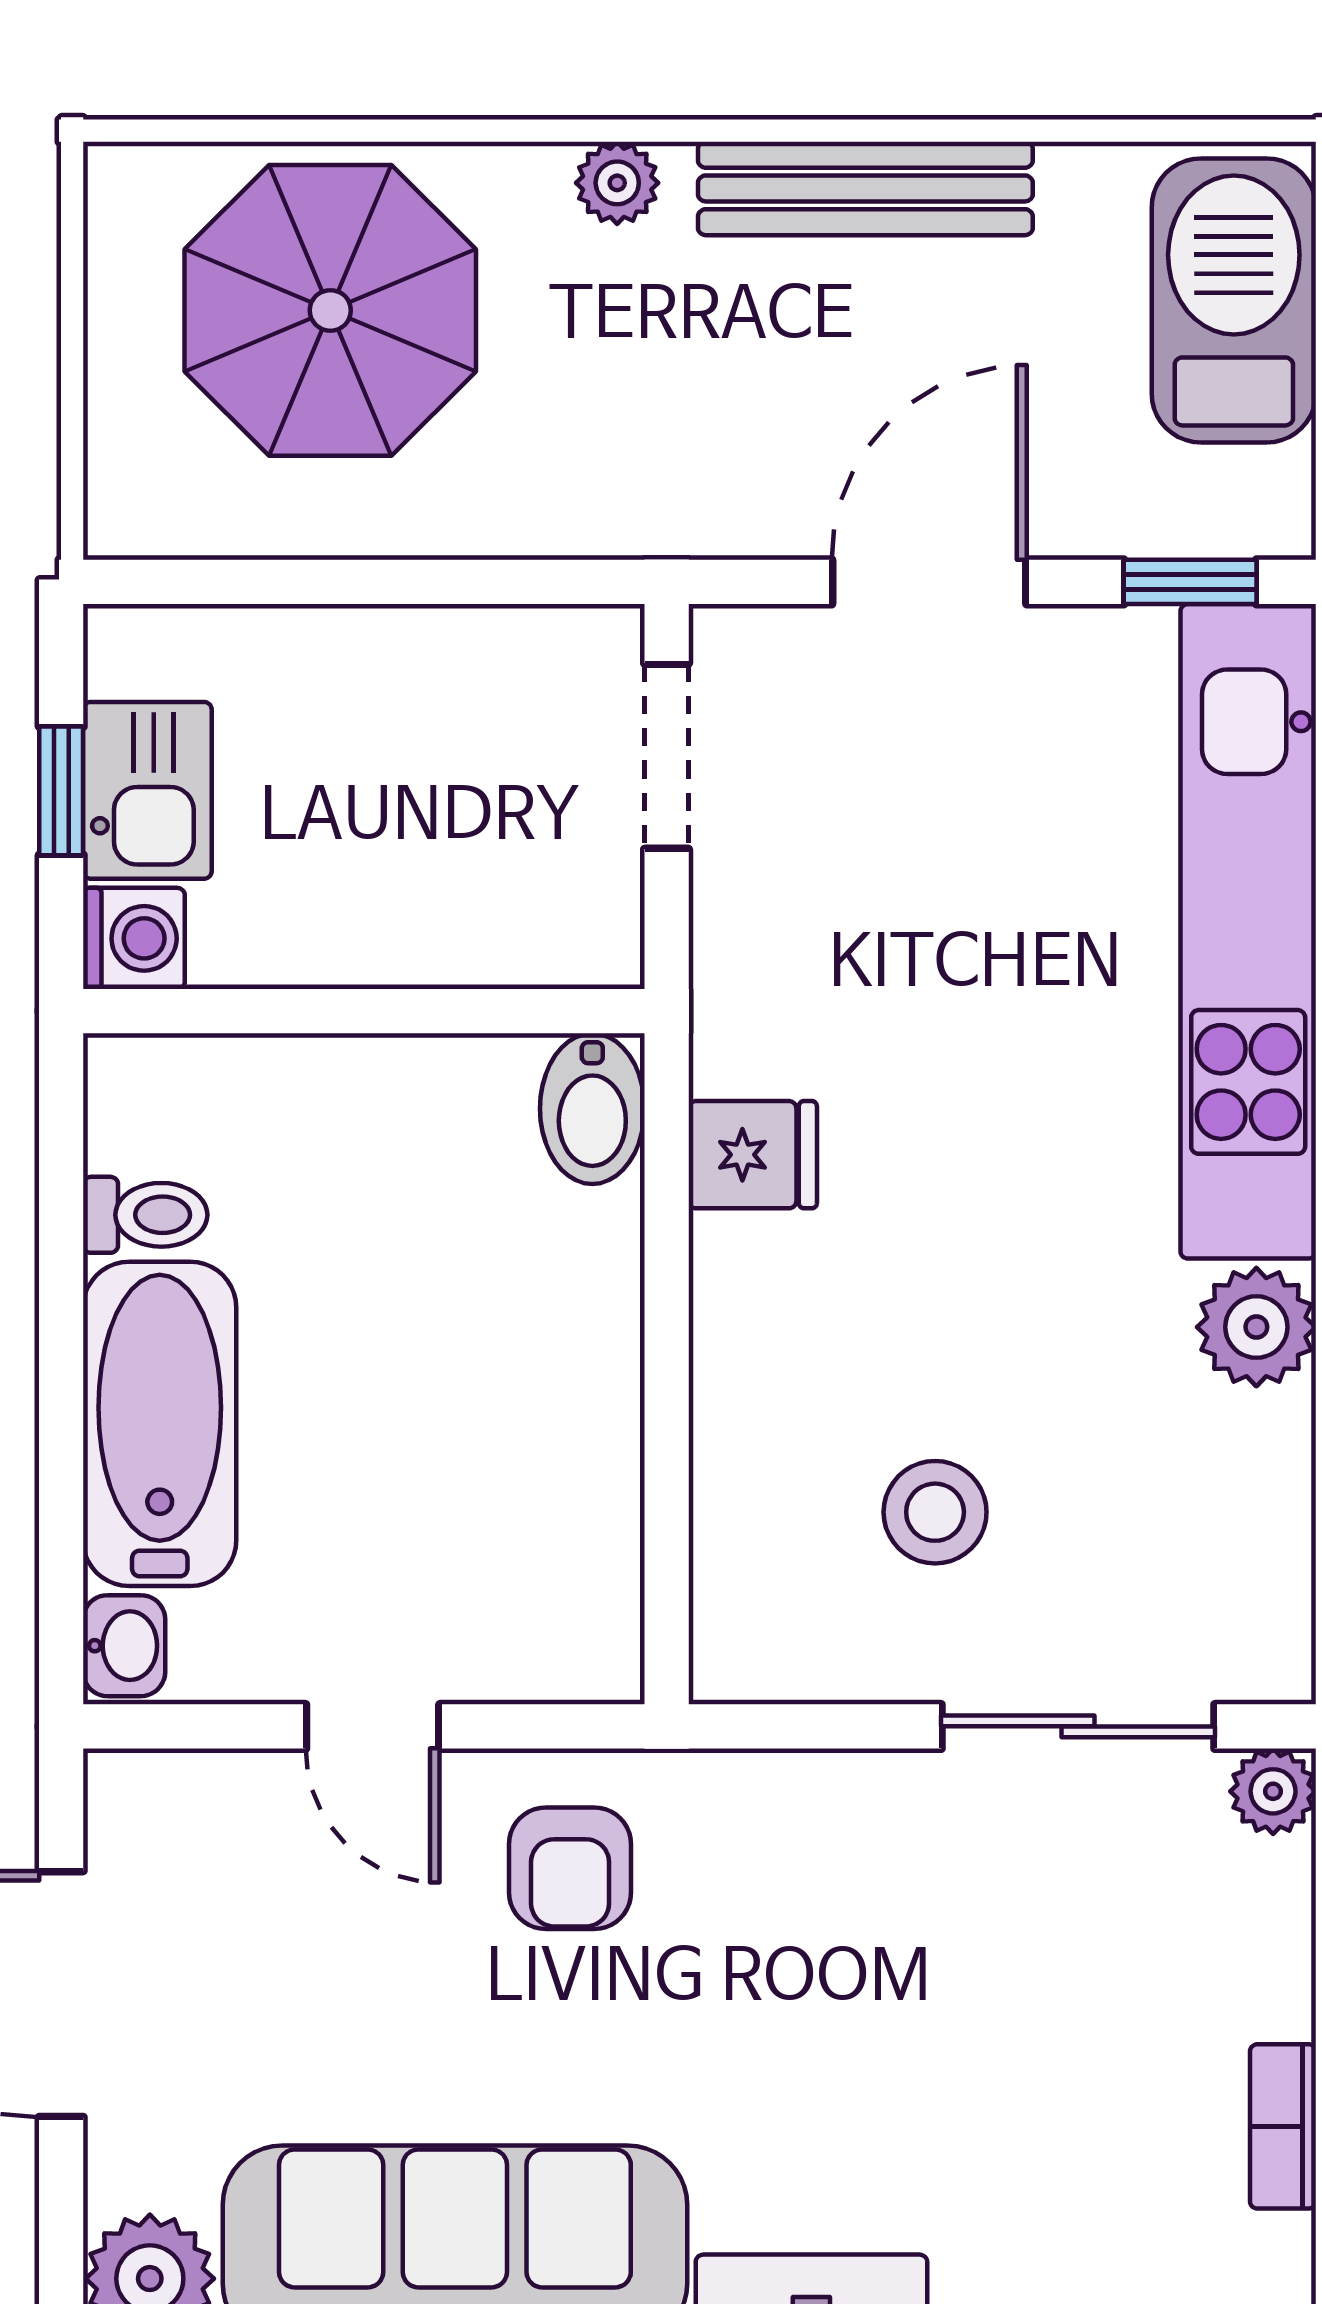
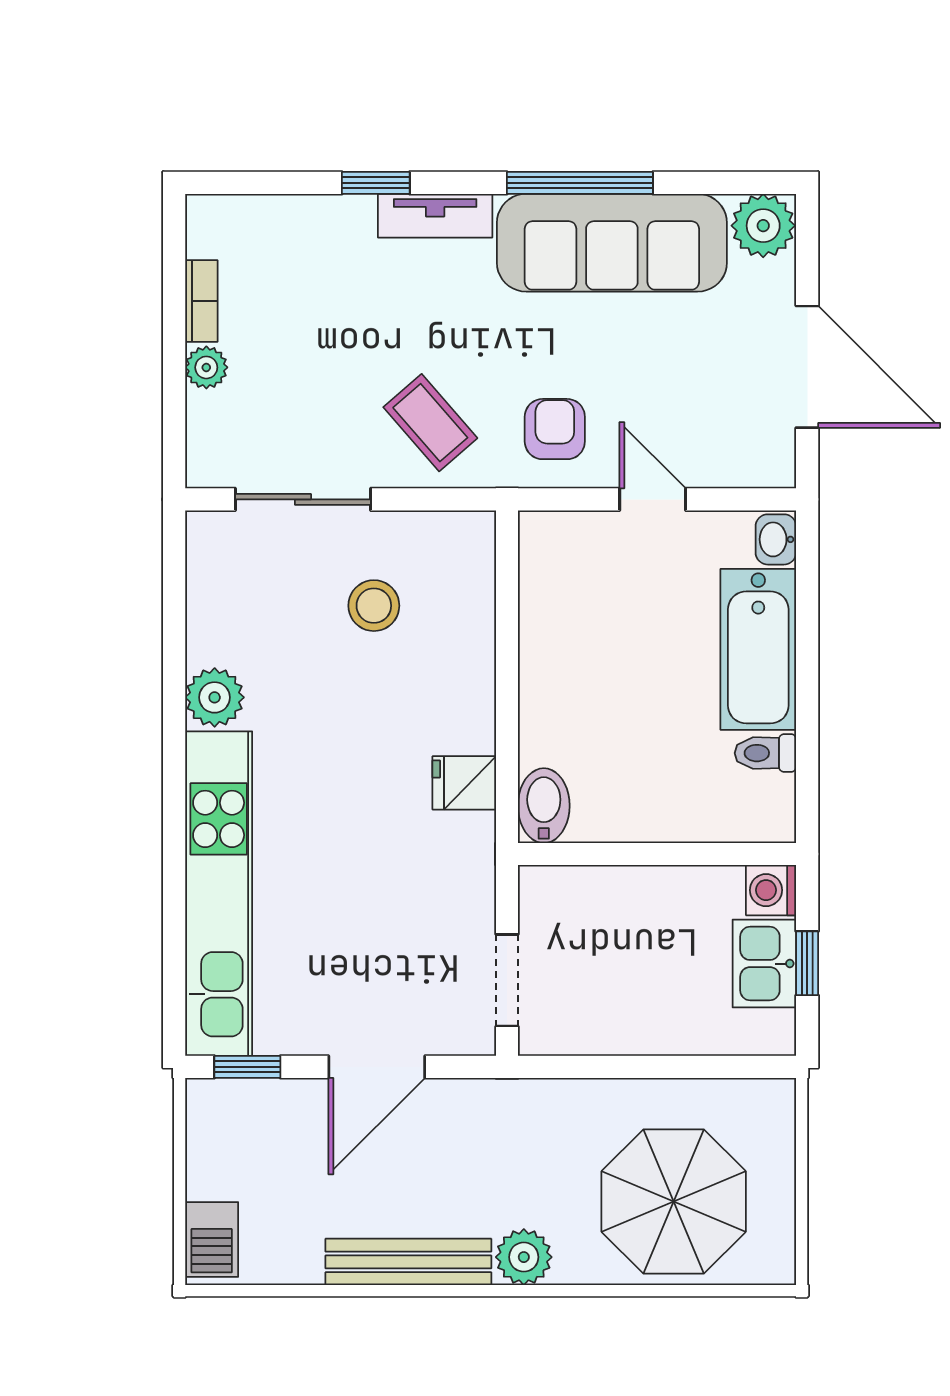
plant: (617, 183) -> (524, 1257), width x1.38, depth x1.38
barbecue: (1234, 300) -> (212, 1239), width x0.53, depth x0.65
plant: (1273, 1791) -> (206, 367), moved
coffee table: (821, 1881) -> (430, 423), added

